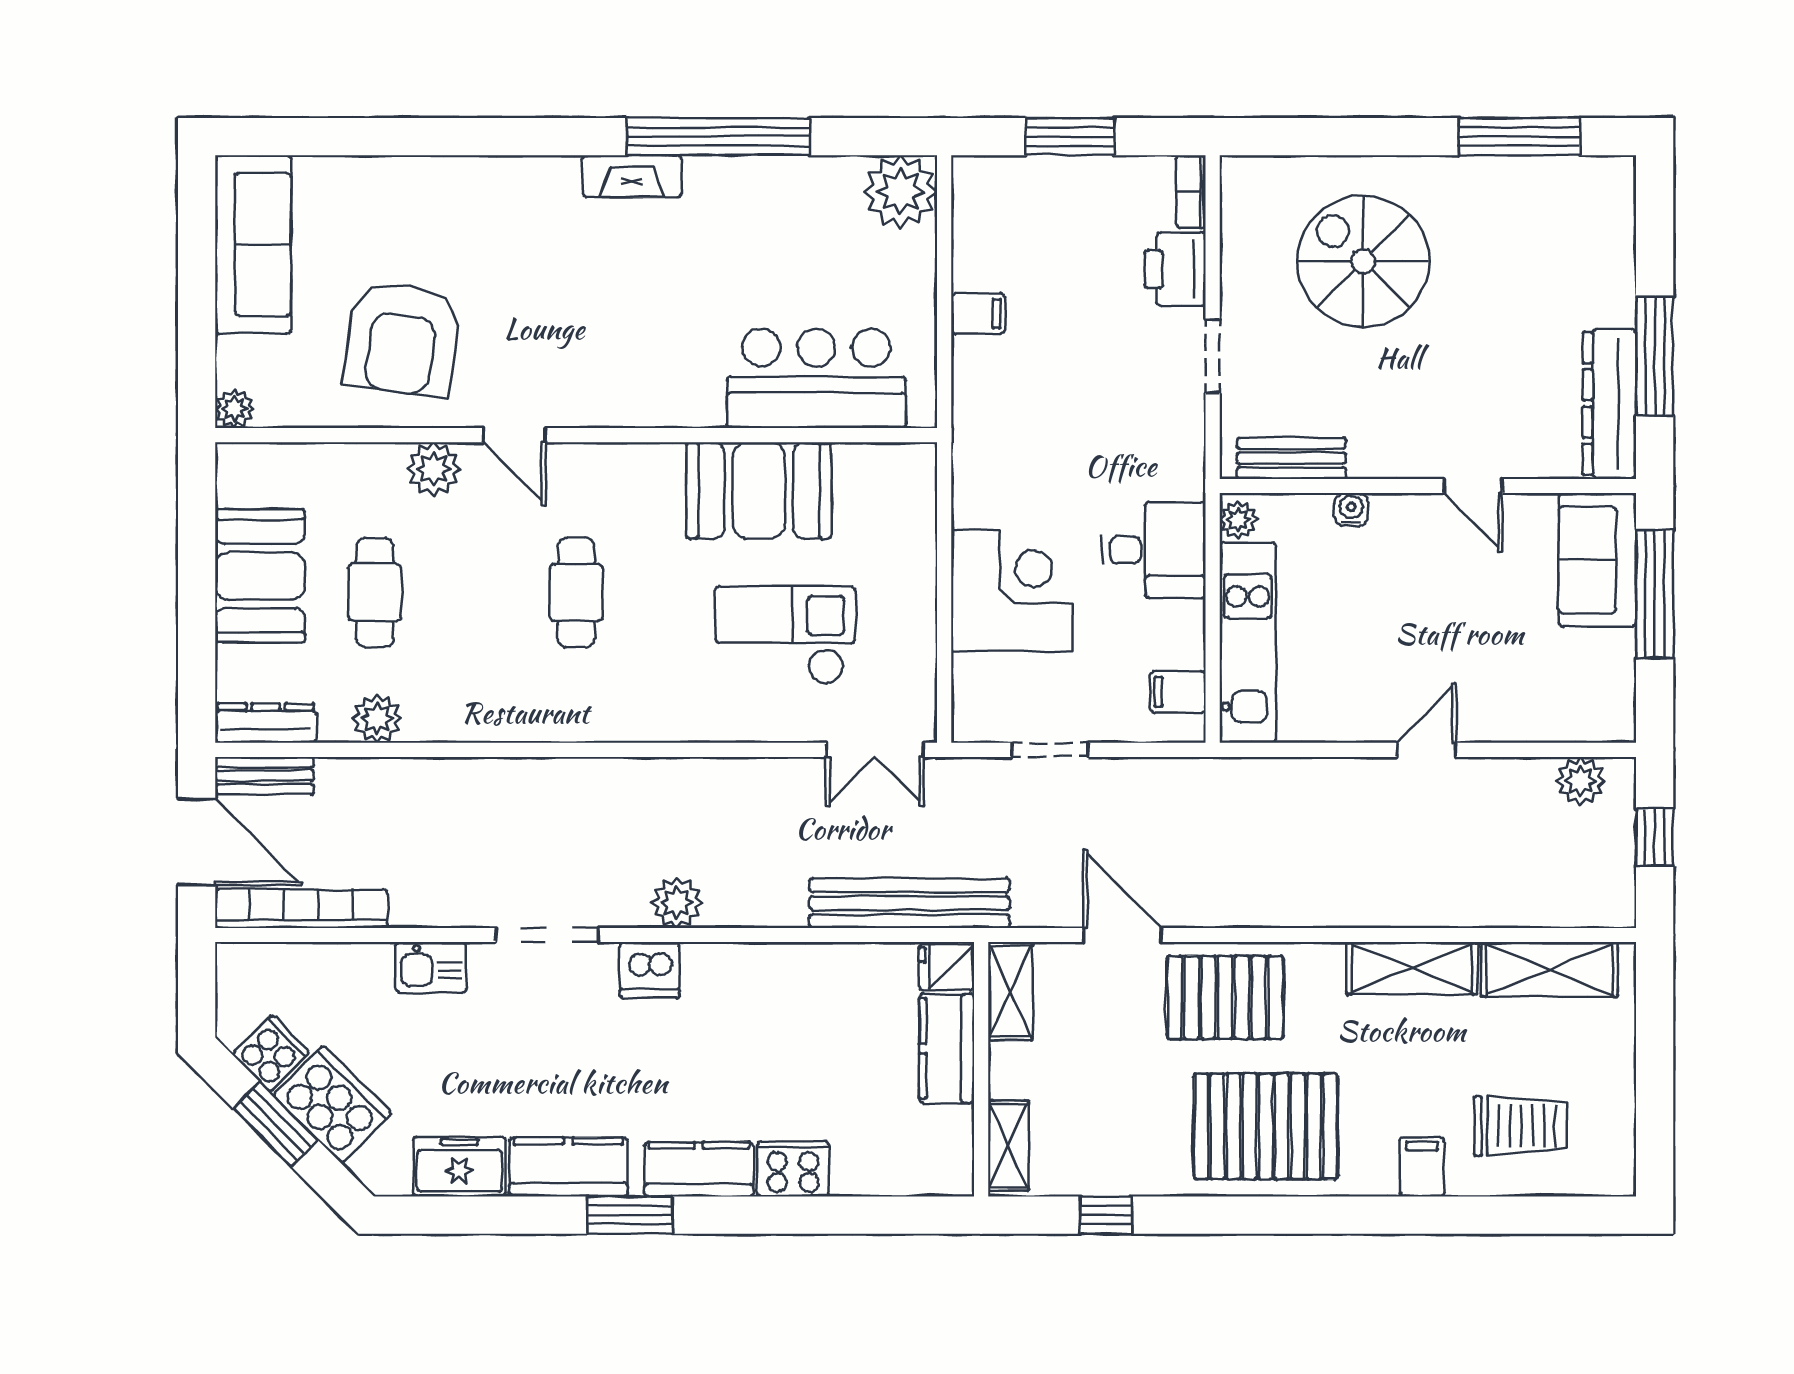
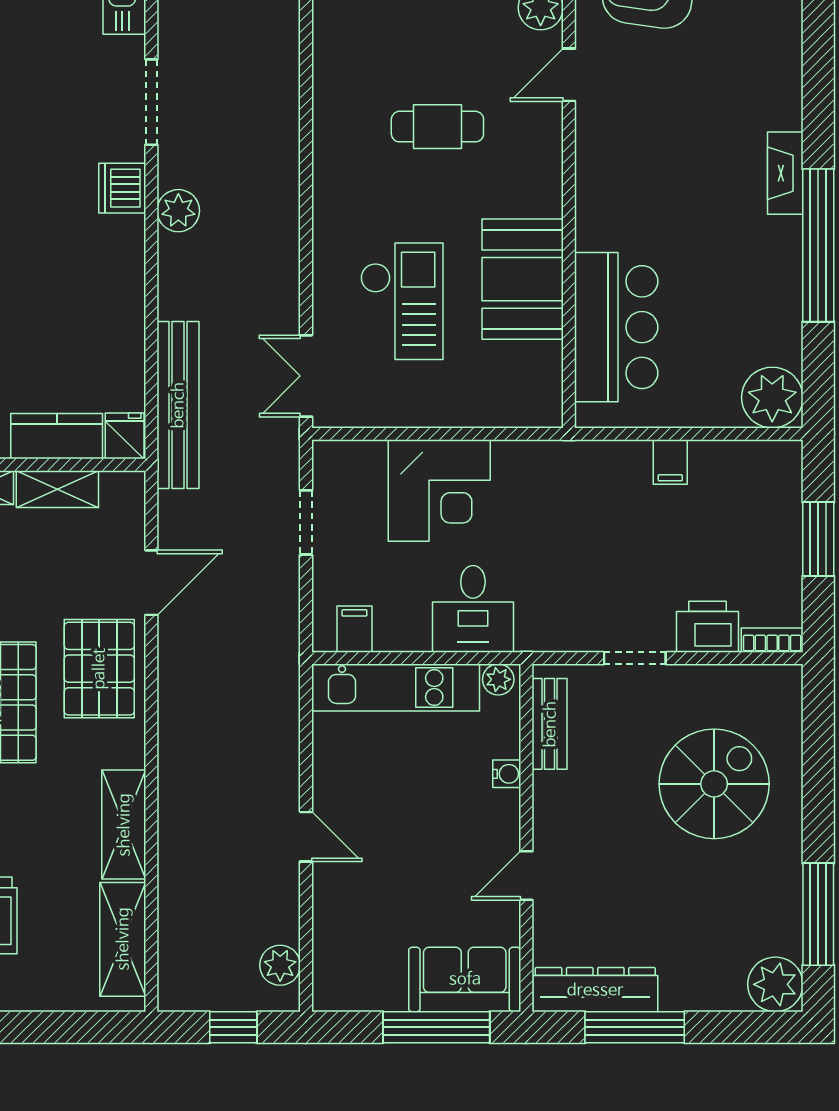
plant: (1603, 188) -> (775, 984), added
shelving: (1010, 991) -> (57, 489), moved

